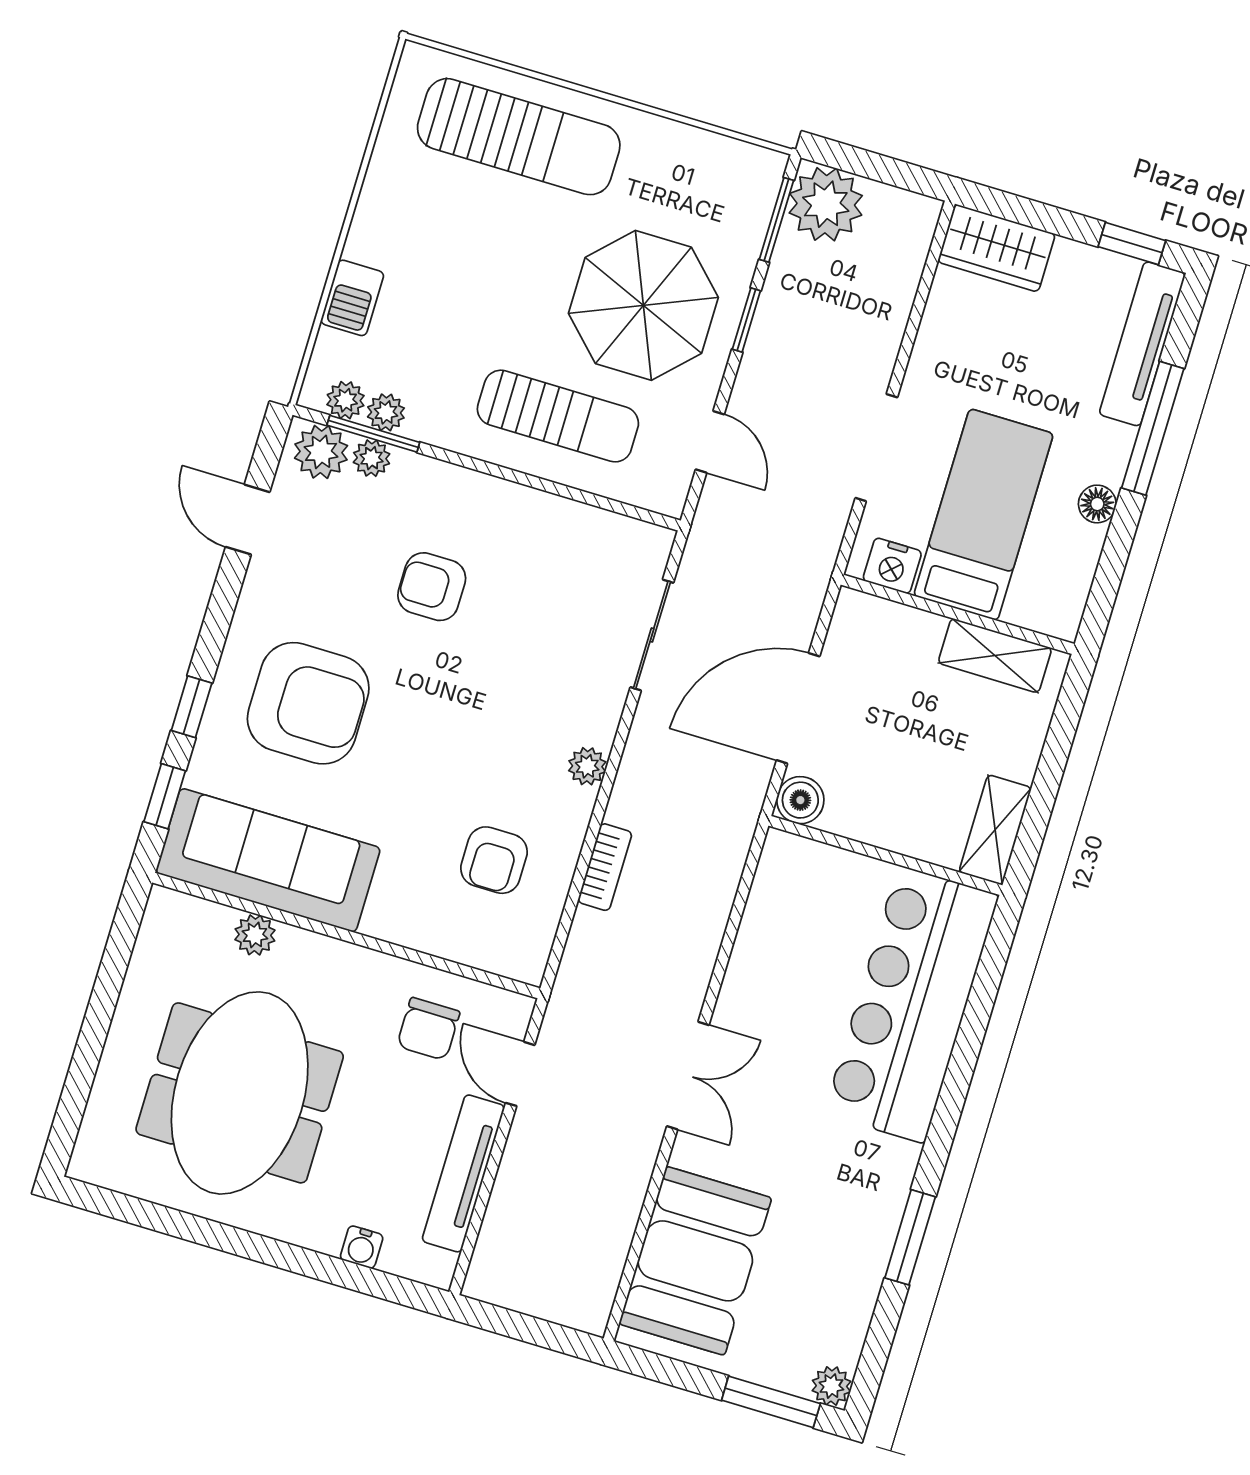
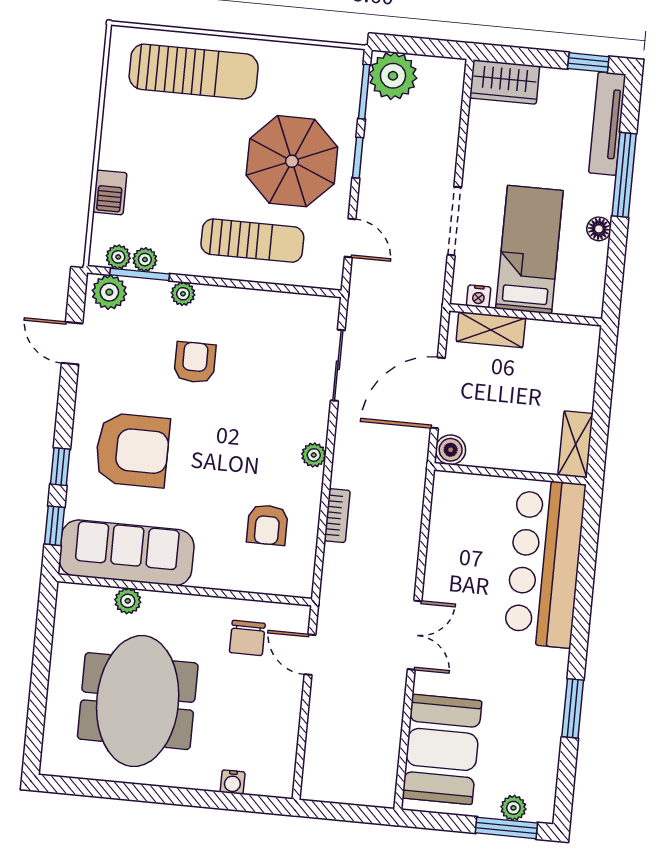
plant: (372, 458) -> (183, 294), moved
nightstand: (892, 566) -> (479, 296), width x0.72, depth x0.74
armchair: (432, 587) -> (195, 362), turned 90
shelving: (995, 656) -> (491, 330), moved
tv unit: (463, 1173) -> (287, 724), removed
plant: (831, 1386) -> (513, 808), moved

